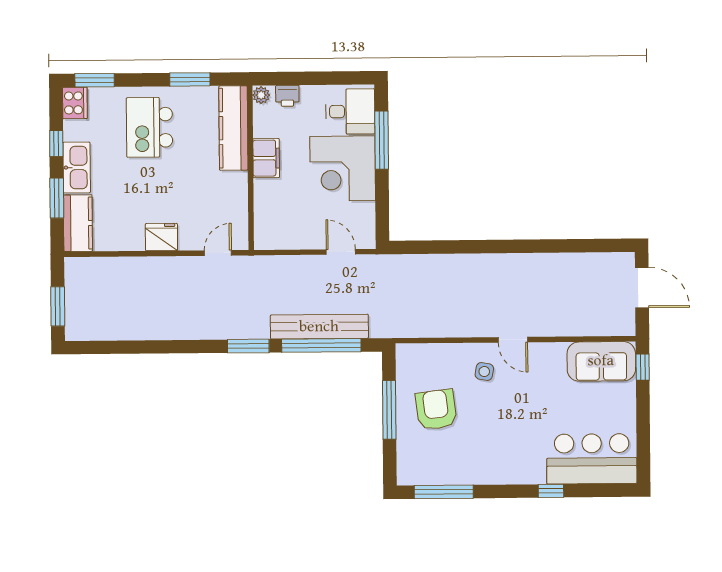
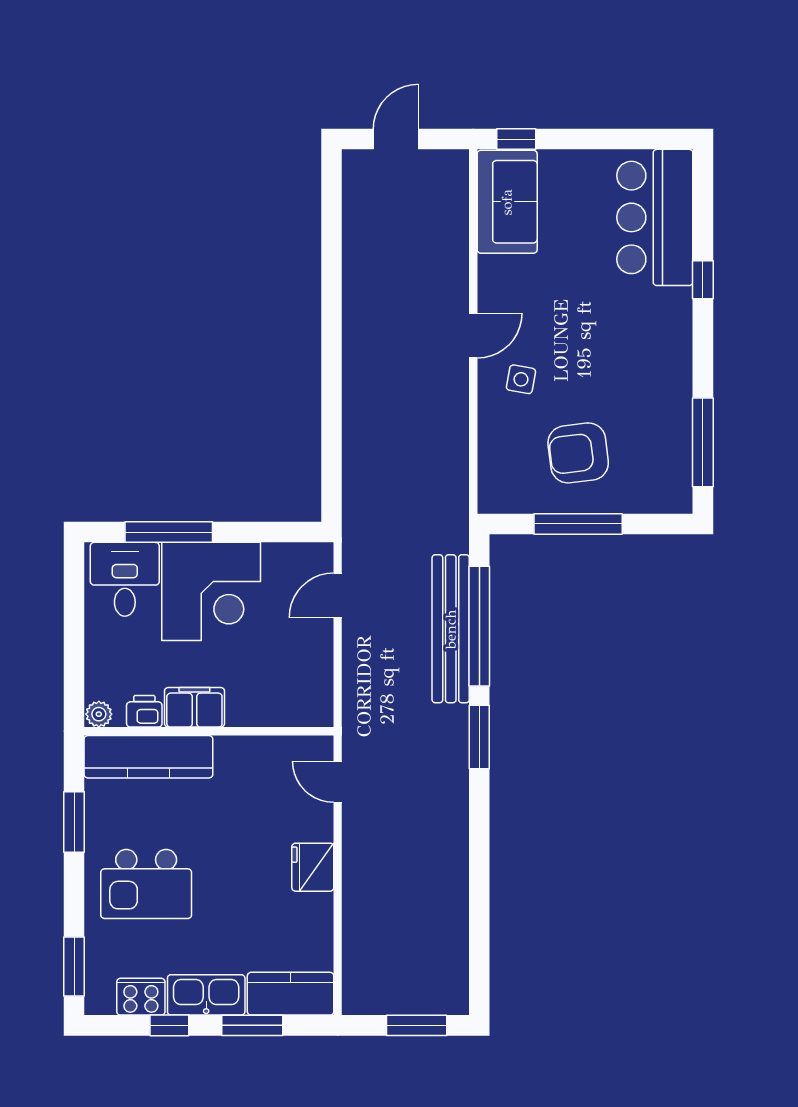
printer: (287, 96) -> (144, 711), moved, turned -90
cooker: (75, 103) -> (141, 997), moved
door: (642, 288) -> (396, 139), width x0.73

